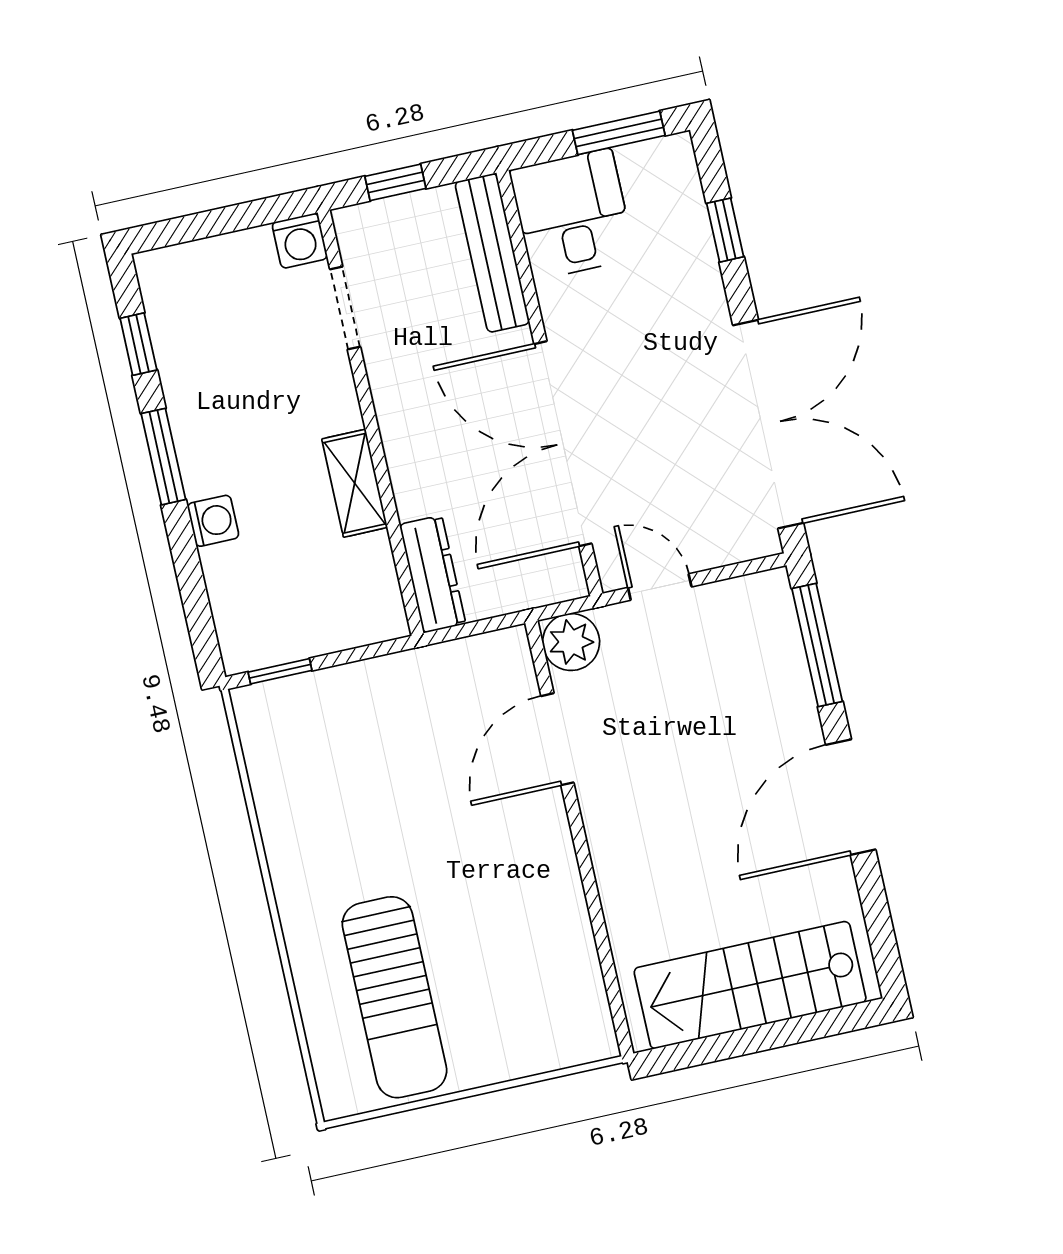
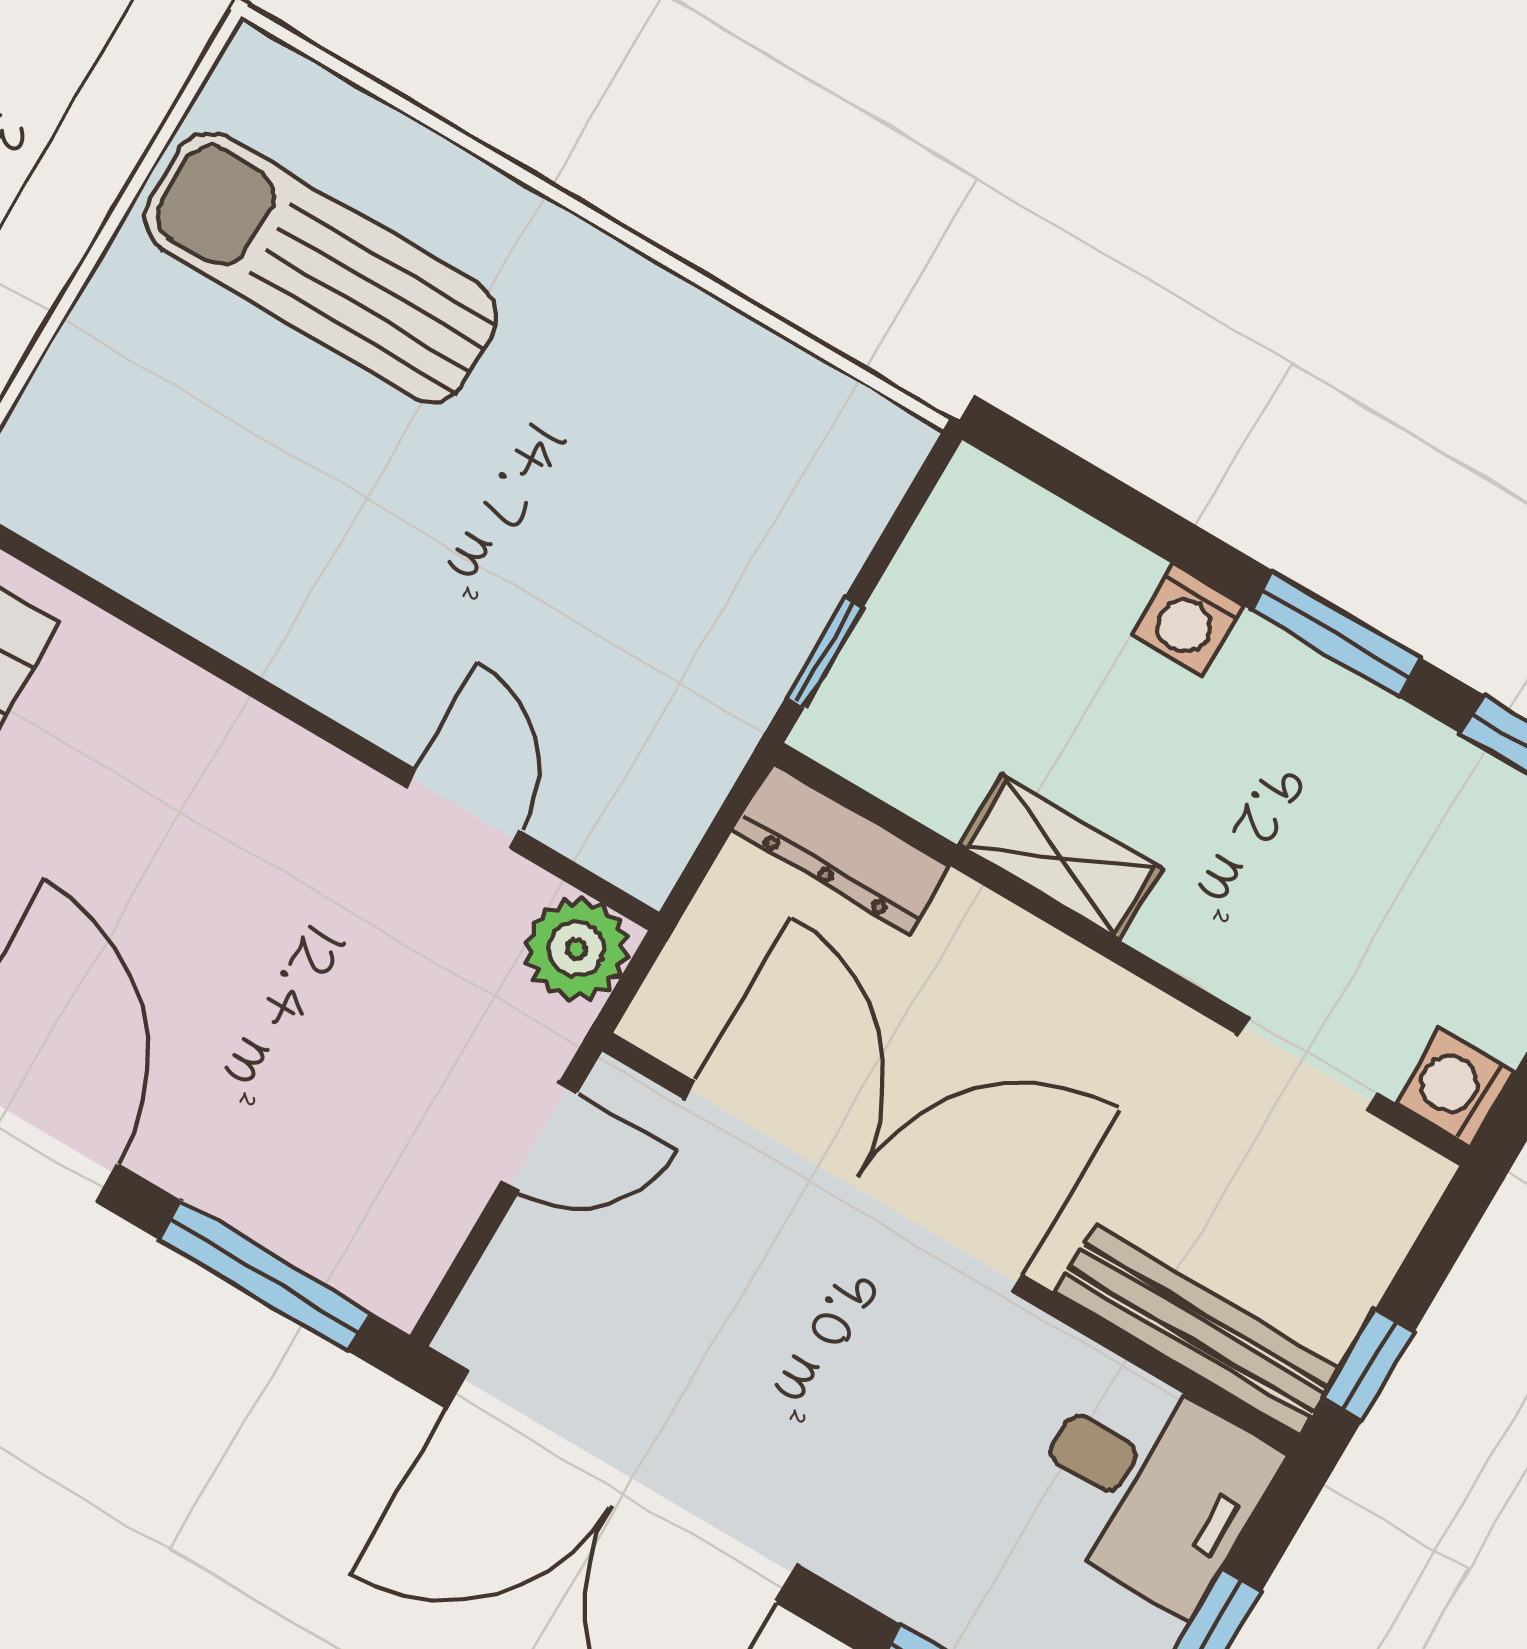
window: (395, 182) -> (1368, 1366), moved
window: (280, 671) -> (824, 653), moved
door: (557, 739) -> (463, 809), width x0.73

